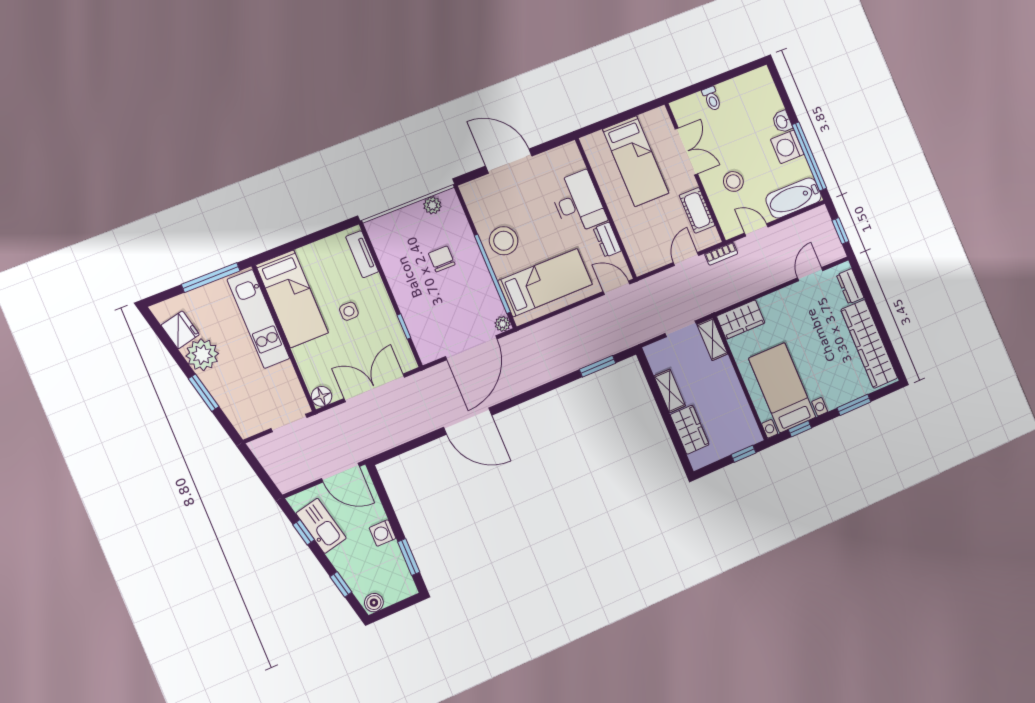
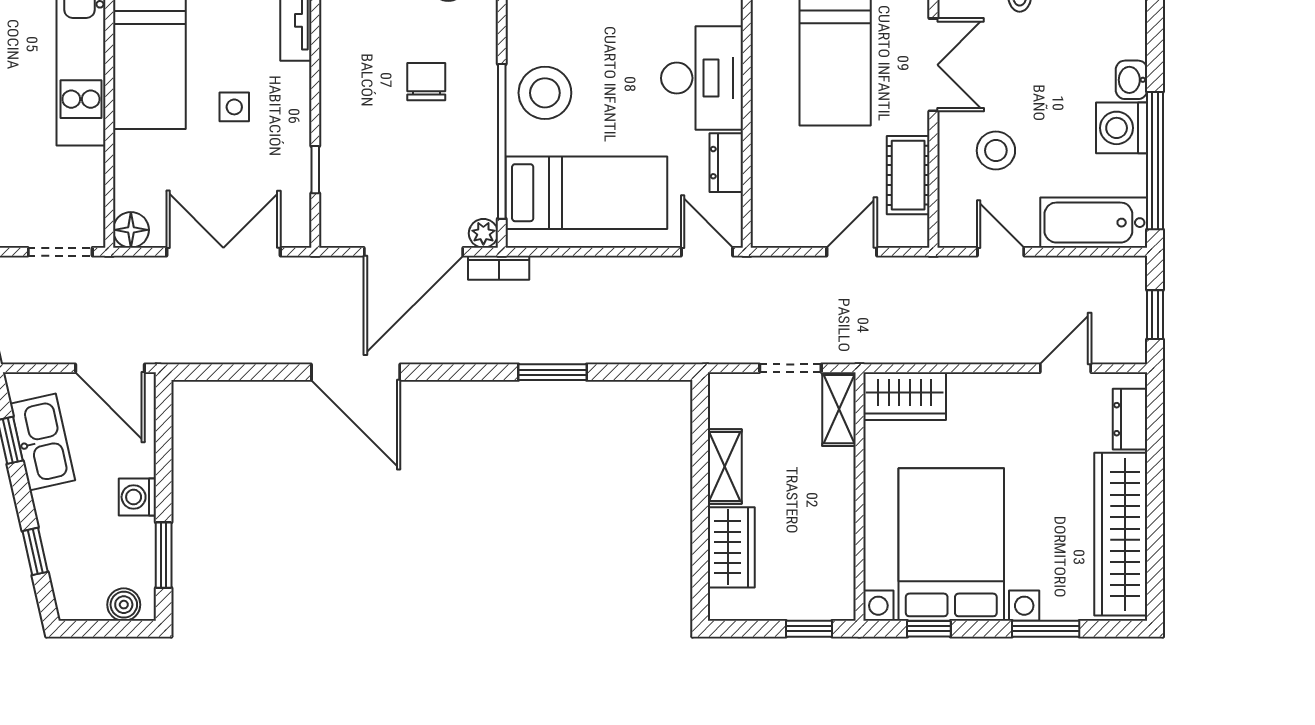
bookcase: (721, 254) -> (499, 268), moved
window: (598, 366) -> (553, 372), moved
bed with nightstands: (782, 388) -> (951, 545), width x1.36
boiler: (374, 603) -> (124, 605), moved

